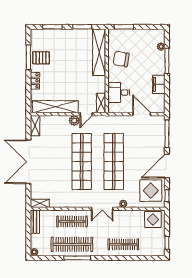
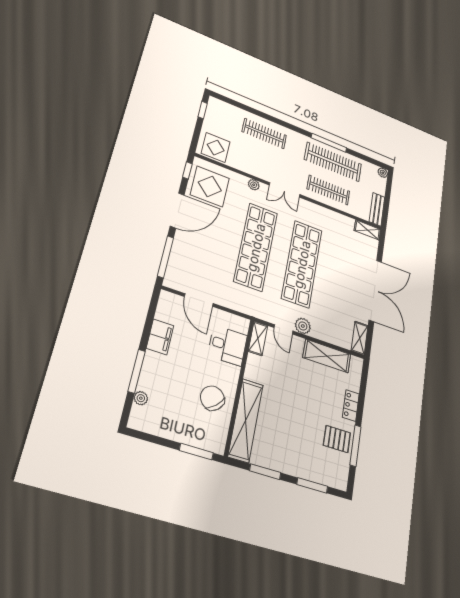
chair: (121, 59) -> (212, 398), turned -142
shelving: (55, 107) -> (327, 356), width x0.68
door: (86, 114) -> (284, 329), swing flipped
double door: (102, 209) -> (285, 190), swing flipped

